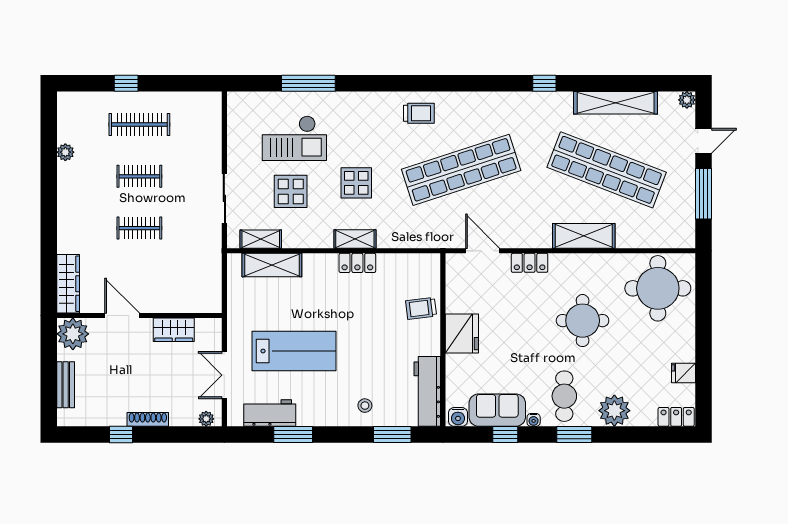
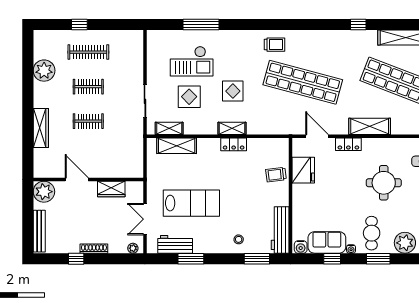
plant: (65, 152) -> (44, 71), width x1.87, depth x1.87
shop shelf: (461, 170) -> (303, 82), turned 33
shelving: (584, 236) -> (370, 126), moved
wardrobe: (68, 284) -> (41, 128), moved
fridge: (462, 334) -> (303, 170), moved
bench: (66, 385) -> (39, 231), width x1.36

